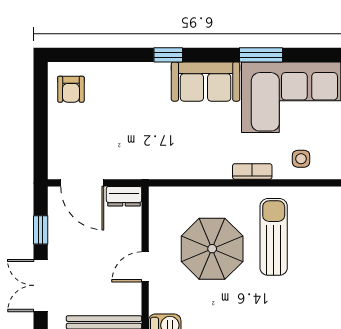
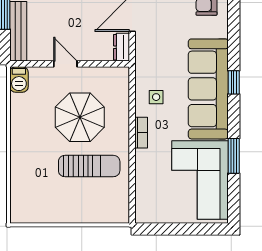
sofa: (206, 82) -> (208, 89), width x1.85, depth x1.27
side table: (301, 159) -> (156, 97), moved
bookcase: (252, 171) -> (141, 133), moved

